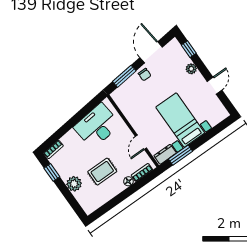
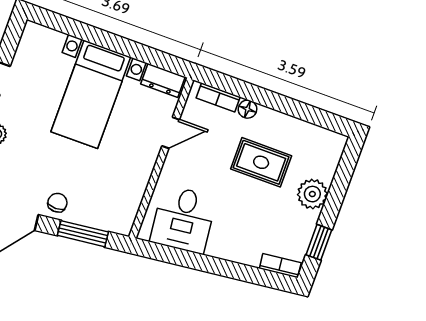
desk: (97, 126) -> (183, 219), width x0.73
window: (181, 155) -> (147, 55), removed

